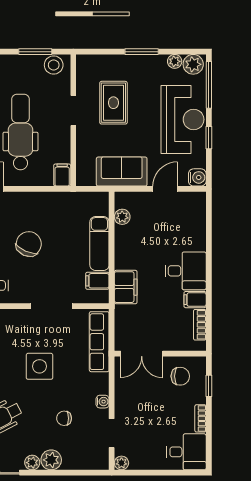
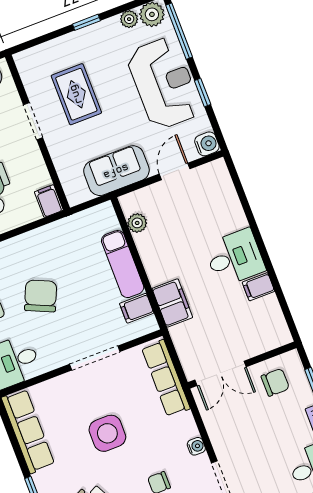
window: (142, 52) -> (86, 22), width x0.67
bookcase: (200, 325) -> (275, 314), removed

